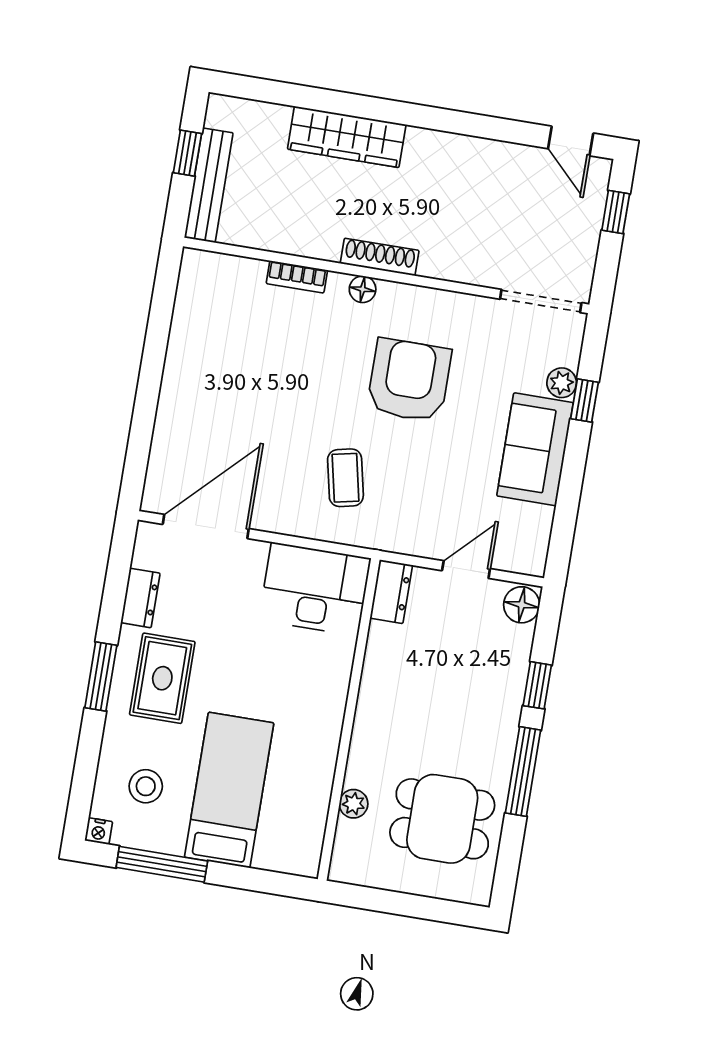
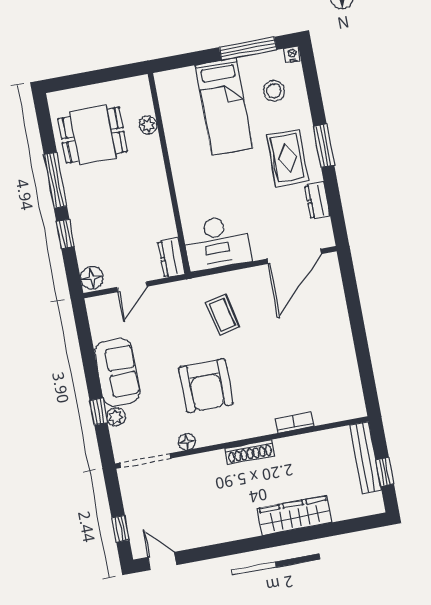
floor lamp: (363, 289) -> (187, 442), moved

